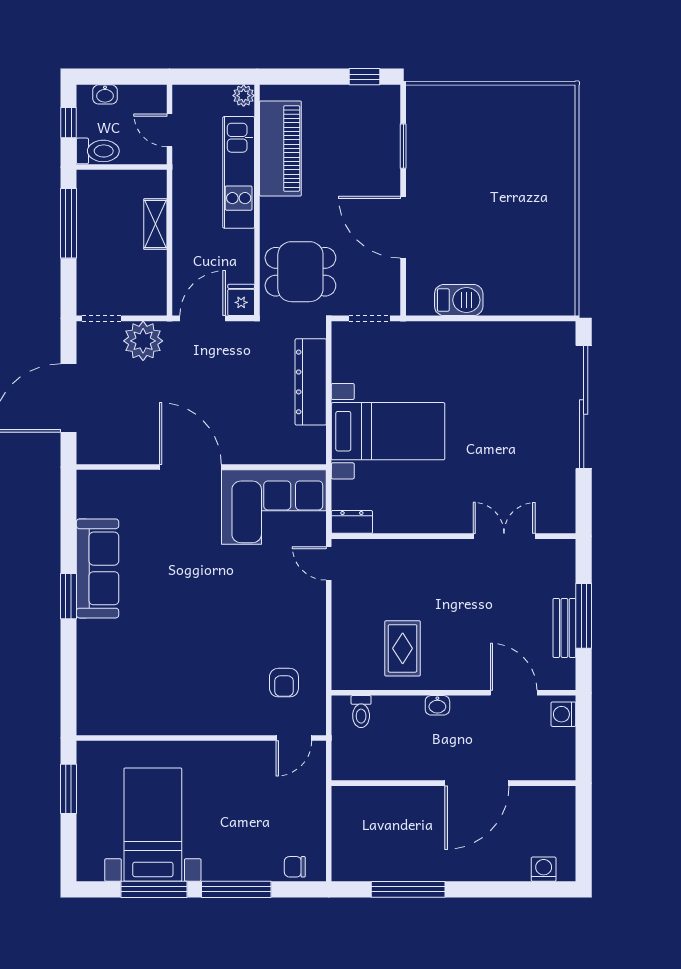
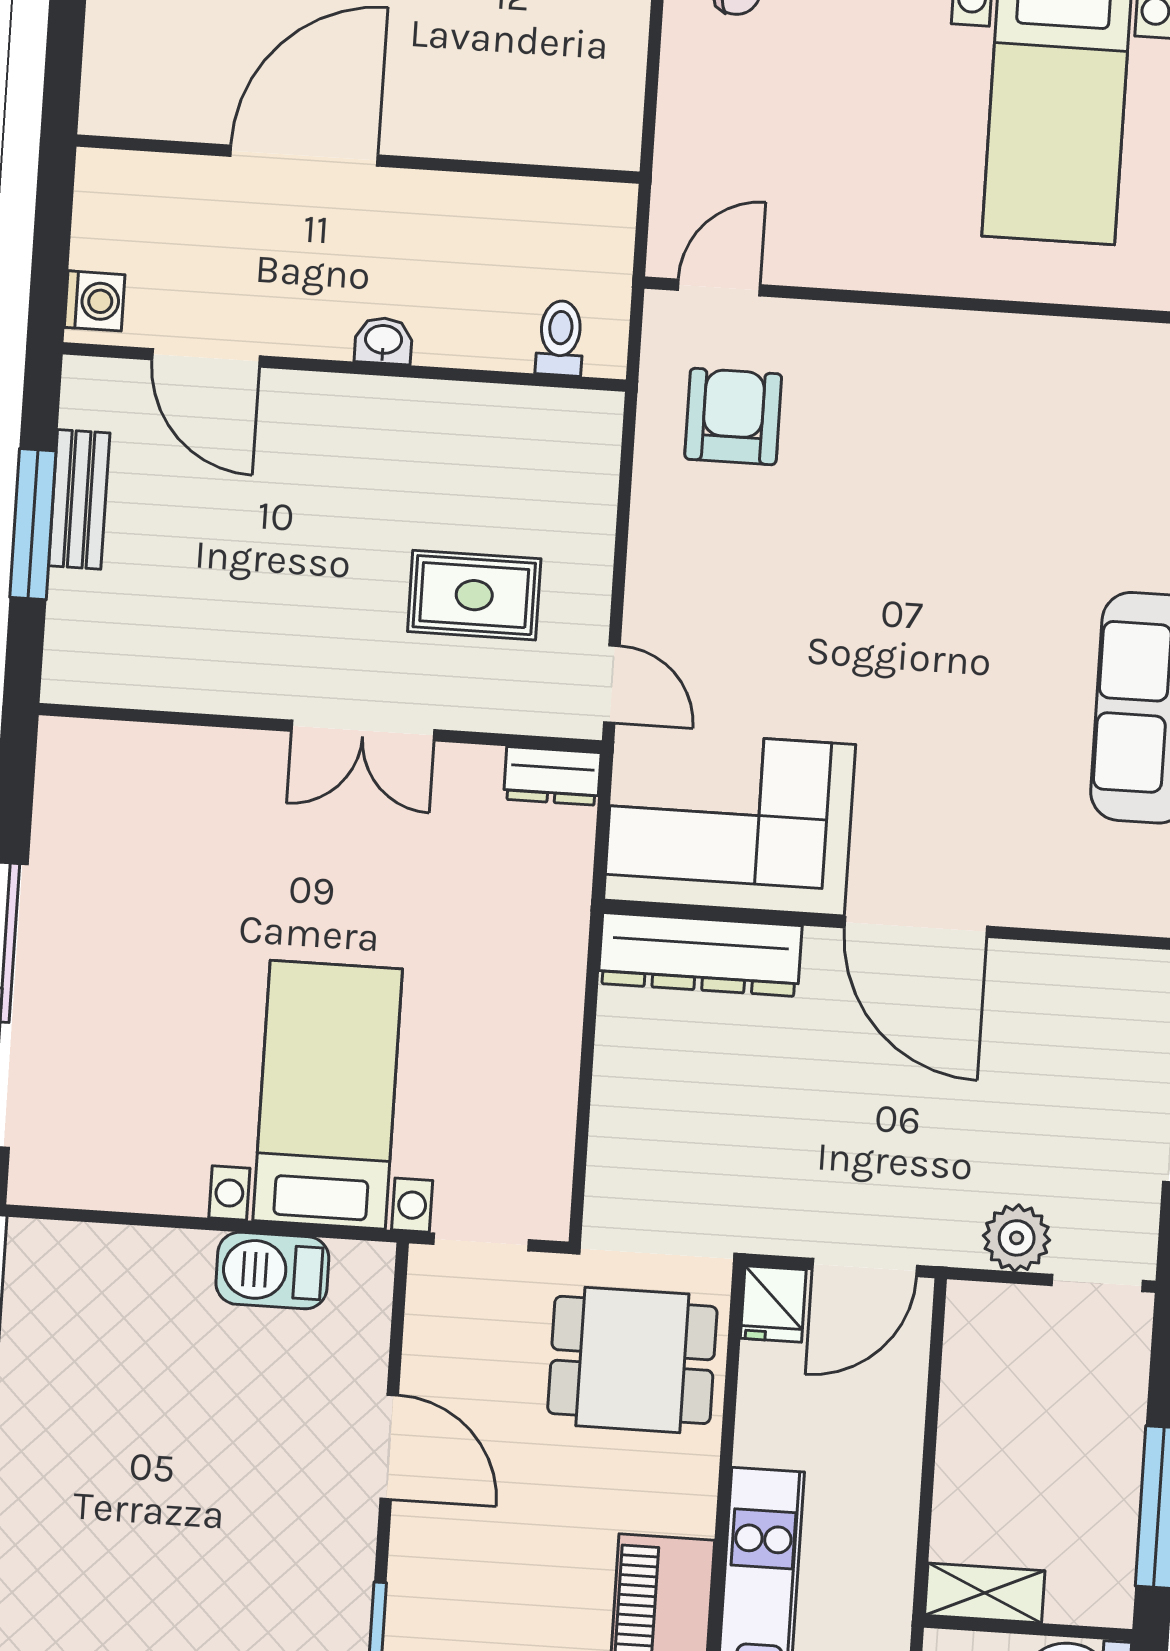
shelving: (155, 224) -> (985, 1593), moved, turned 90
door: (403, 227) -> (389, 1447), width x0.73
plant: (143, 341) -> (1017, 1238), width x0.73, depth x0.73
dresser: (311, 382) -> (700, 954), moved, turned 90
bed with nightstands: (388, 431) -> (328, 1095), moved, turned 90
double door: (504, 536) -> (363, 731), moved
rug: (403, 648) -> (474, 595), moved, turned 90
armchair: (284, 683) -> (733, 416), width x1.38, depth x1.38

